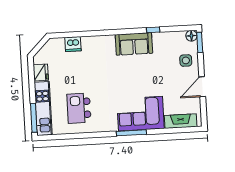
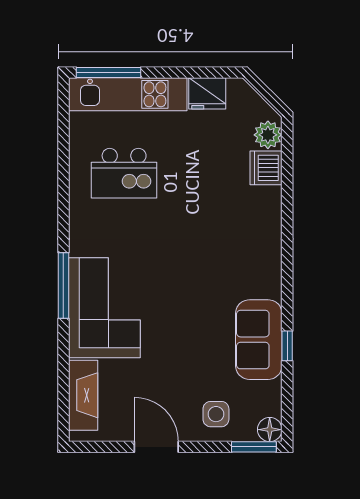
plant: (58, 44) -> (268, 135), added
sofa: (134, 44) -> (259, 340), moved
kitchen island: (79, 108) -> (124, 173), turned 180

